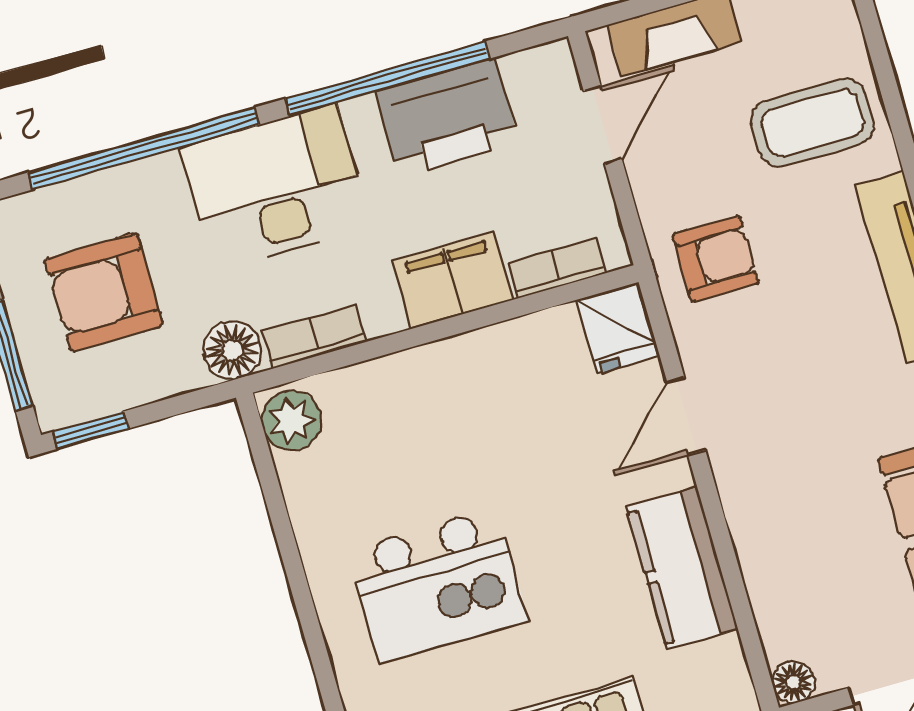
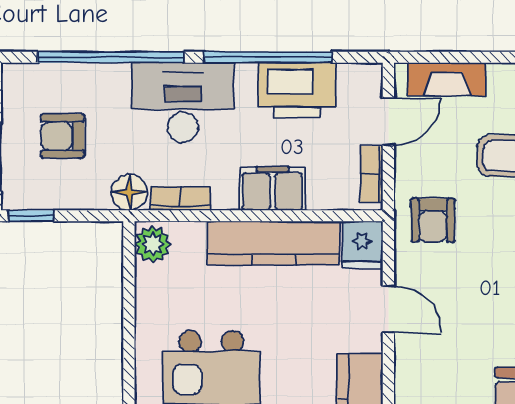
armchair: (716, 259) -> (433, 220), turned 90
bookcase: (556, 269) -> (372, 174), moved, turned -90
armchair: (104, 292) -> (63, 136), width x0.72, depth x0.72
kitchen counter: (479, 365) -> (274, 243), added
door: (686, 416) -> (388, 309), swing flipped

